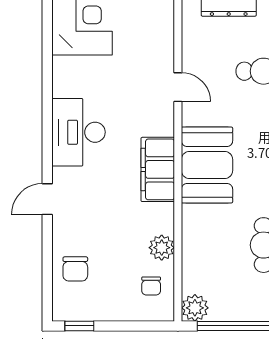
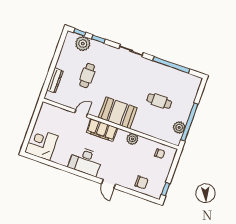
filing cabinet: (158, 169) -> (102, 130), moved
plant: (162, 248) -> (132, 139), moved
plant: (195, 308) -> (179, 127), moved

